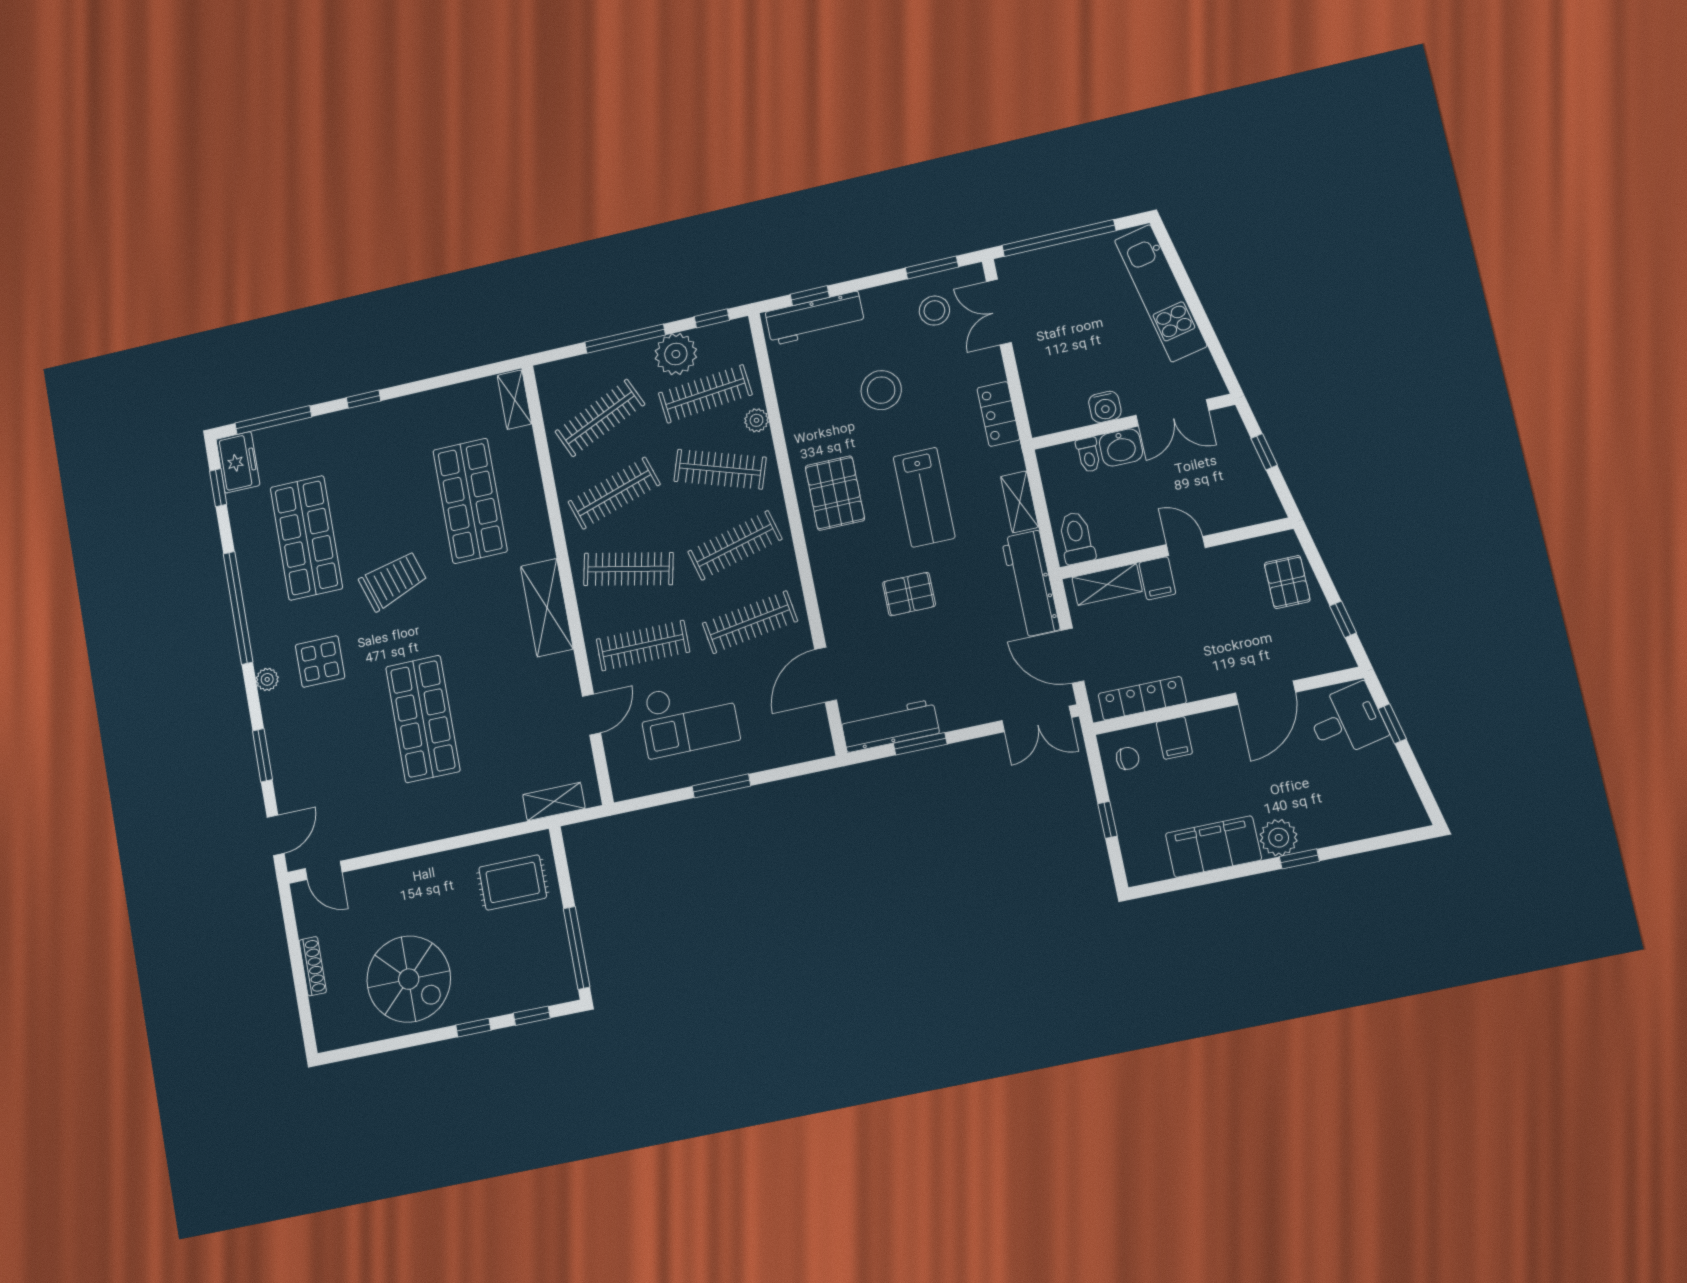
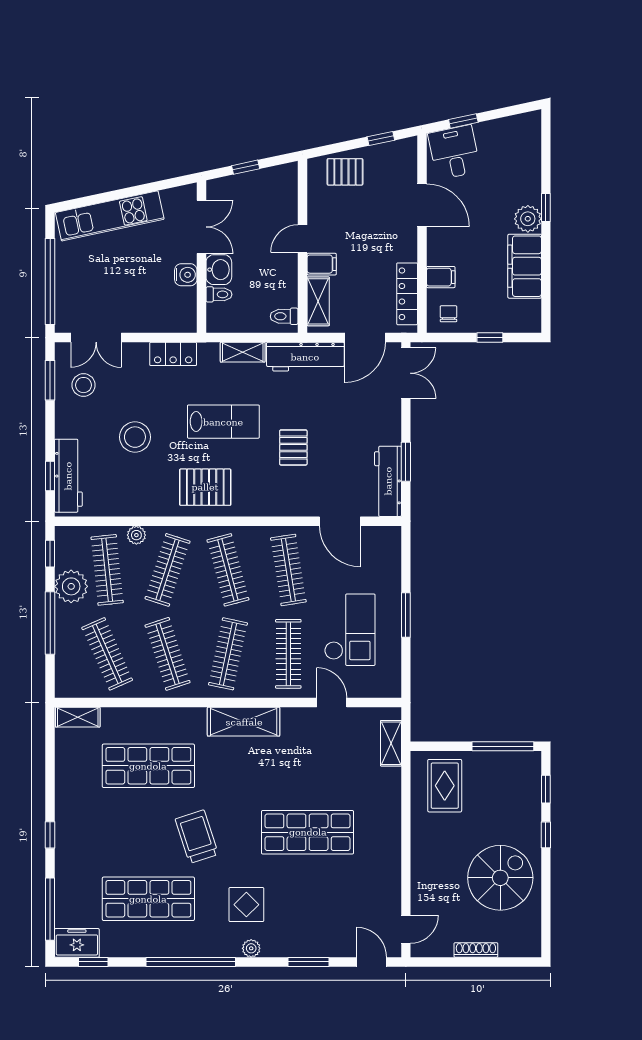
toilet: (1076, 538) -> (284, 316), width x0.73, depth x0.72

